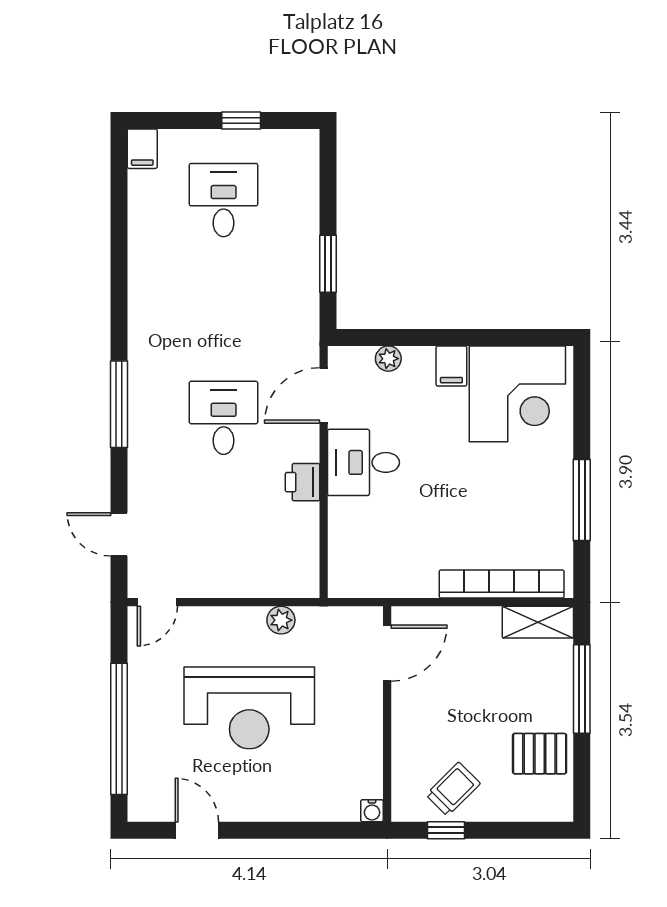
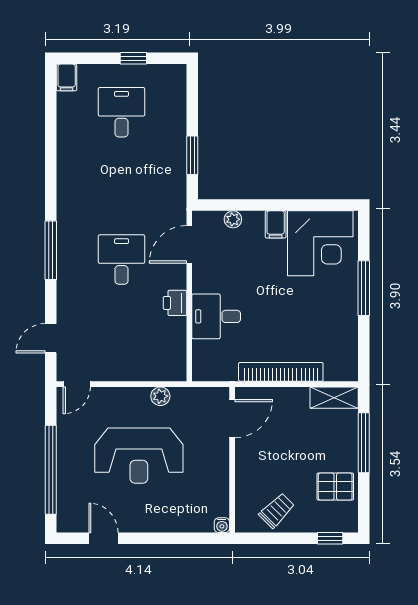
desk: (364, 462) -> (216, 316), moved
window: (582, 500) -> (364, 288), moved
door: (119, 534) -> (51, 338), hinge flipped
bookcase: (502, 584) -> (281, 372), moved
window: (446, 830) -> (330, 538), moved

